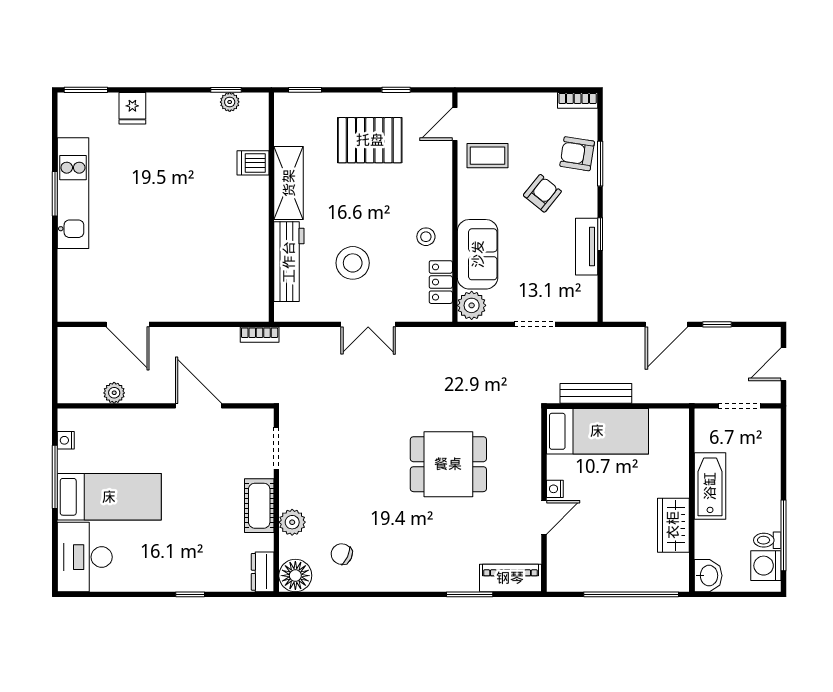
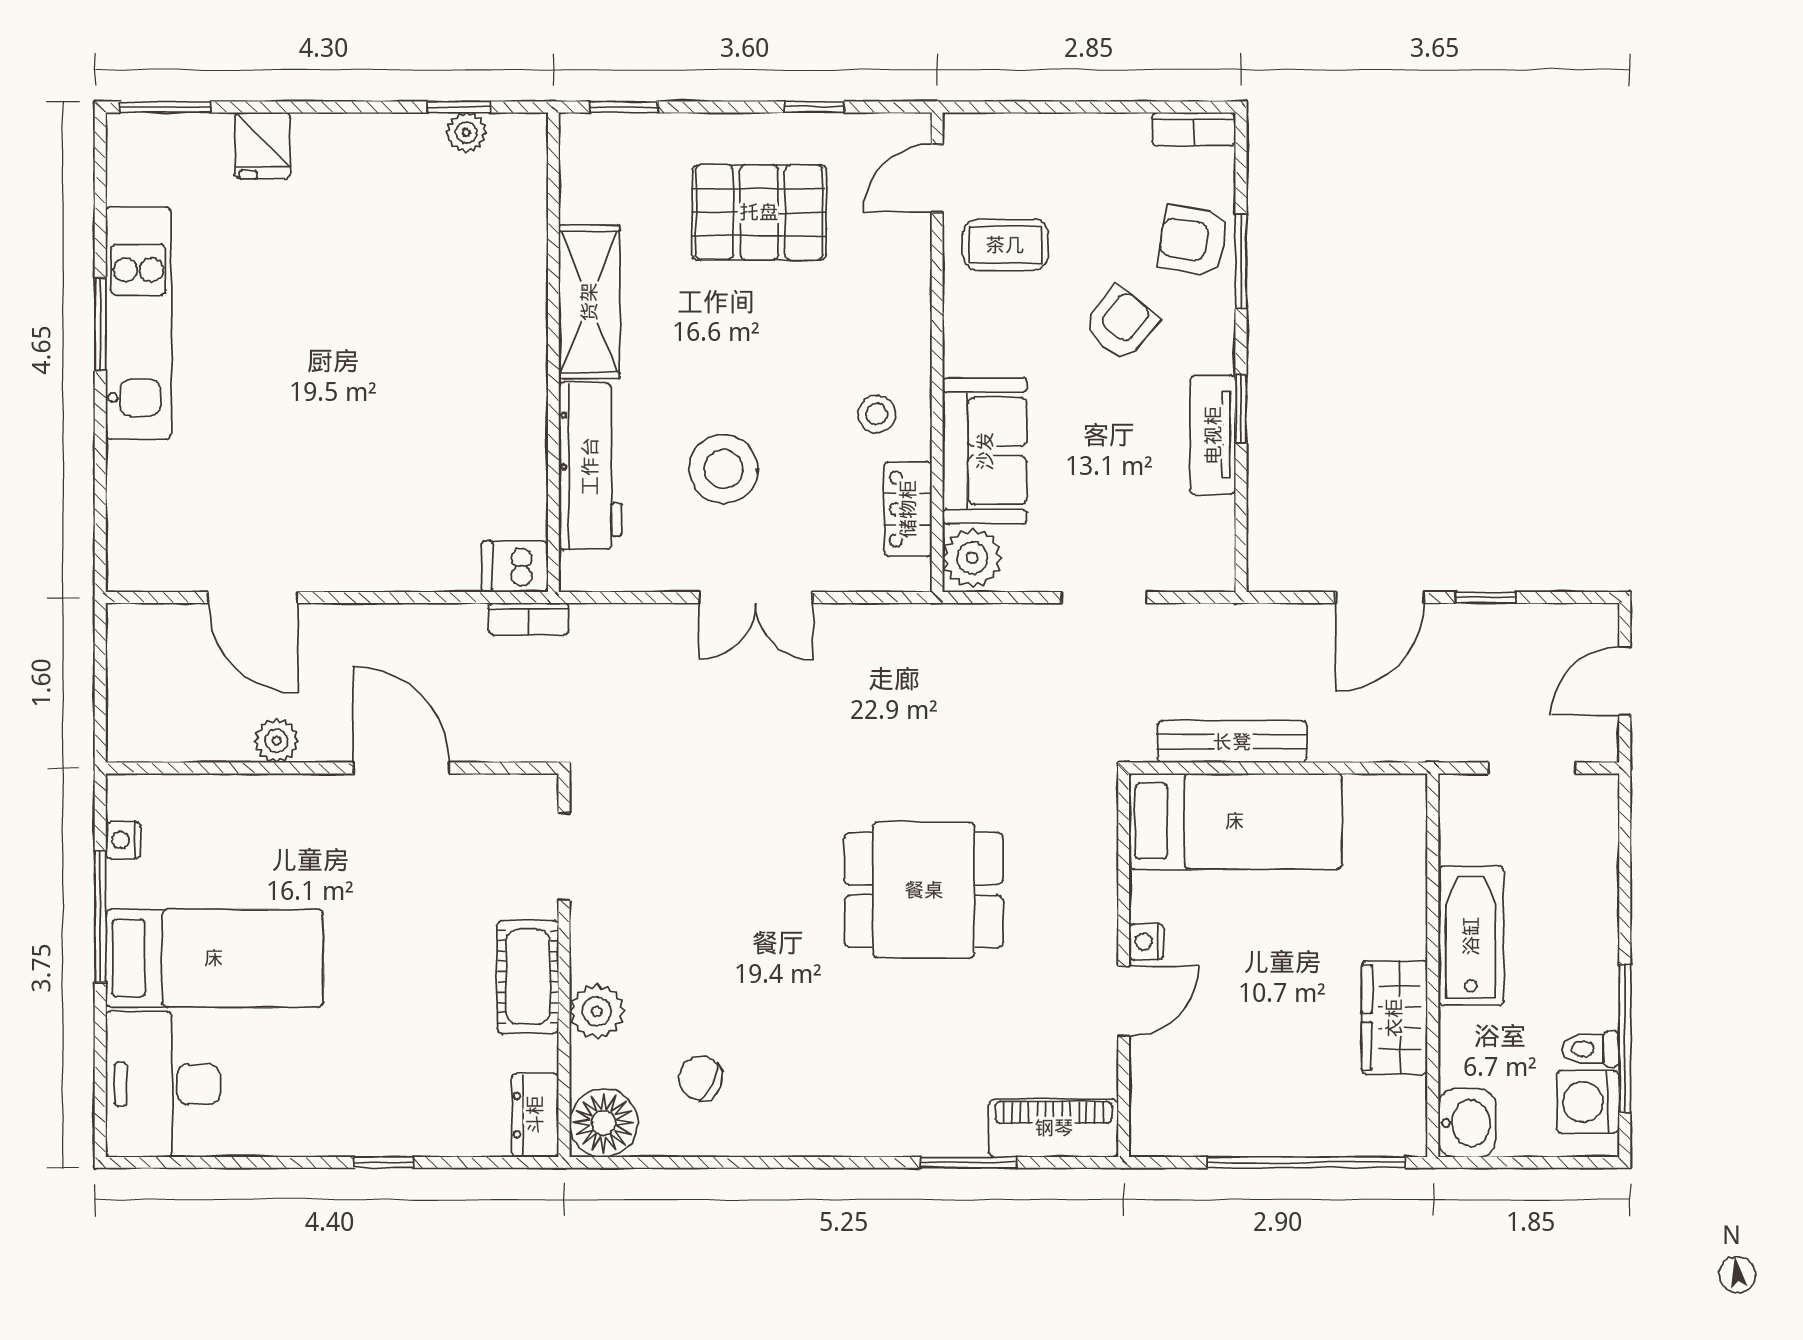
dishwasher: (253, 163) -> (515, 566), moved
plant: (114, 393) -> (276, 741), moved

